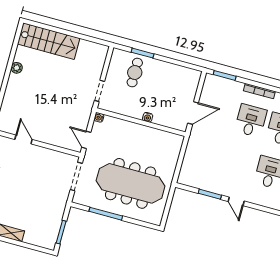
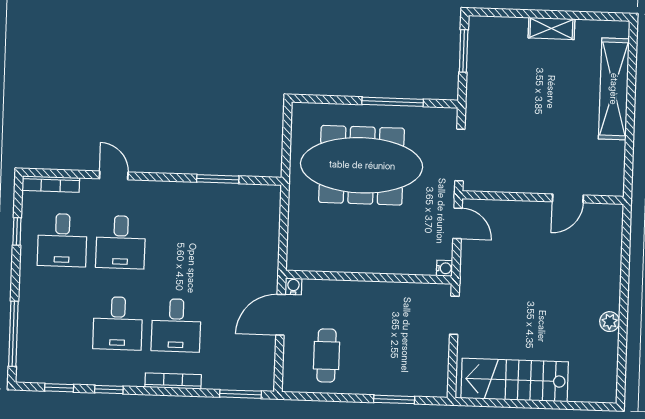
stairs: (49, 41) -> (515, 380), moved
cafe table: (135, 72) -> (327, 355), moved
water cooler: (148, 117) -> (293, 286), moved
door: (24, 139) -> (568, 198), hinge flipped
door: (236, 201) -> (114, 175), moved

